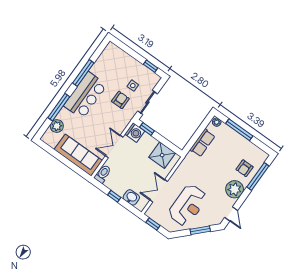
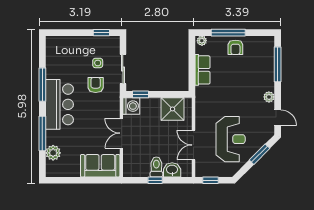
sofa: (78, 155) -> (100, 166), width x0.73
armchair: (245, 168) -> (235, 47), moved
toilet: (103, 174) -> (156, 167), moved
plant: (235, 189) -> (269, 97), width x0.53, depth x0.53

